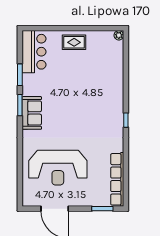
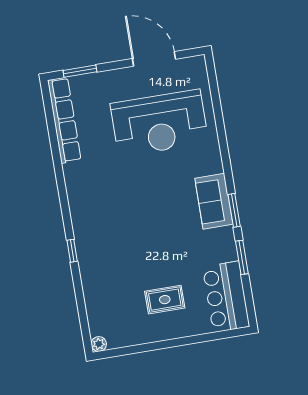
rug: (74, 42) -> (165, 300), moved
window: (126, 120) -> (72, 251), moved
reception desk: (58, 168) -> (159, 123), turned 180

